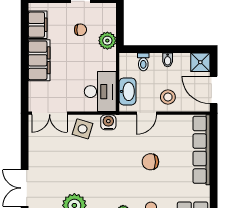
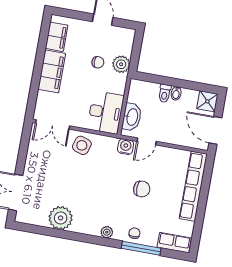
chair: (80, 30) -> (98, 62), moved
toilet: (143, 62) -> (165, 93), moved
stool: (168, 97) -> (170, 129), removed
water cooler: (108, 122) -> (126, 147), moved
chair: (150, 162) -> (142, 189), turned 180

